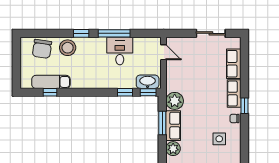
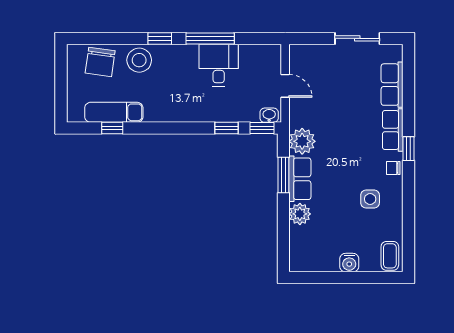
door: (164, 52) -> (285, 86), moved
washbasin: (148, 82) -> (269, 115), width x0.52, depth x0.69

